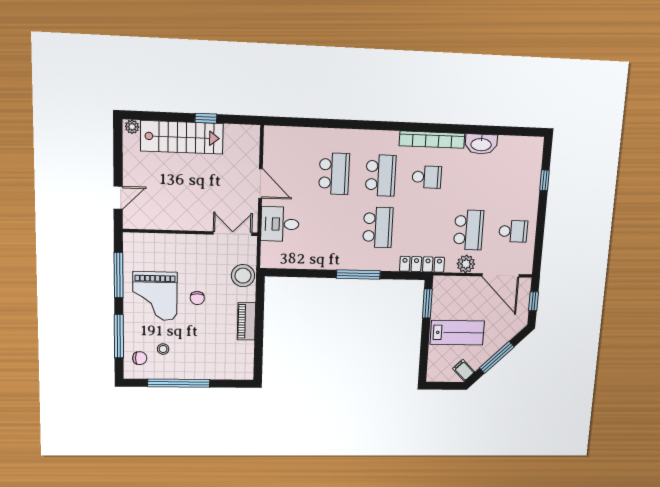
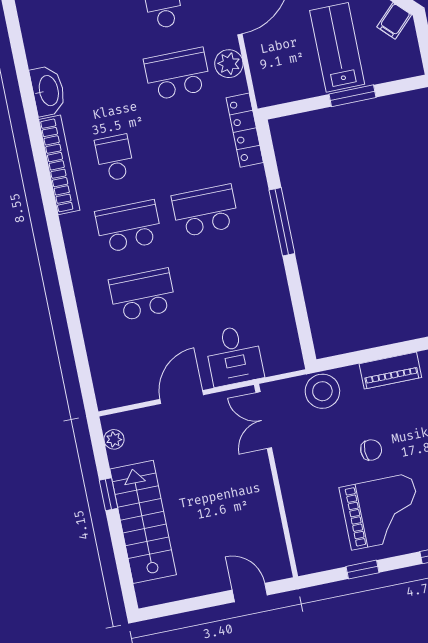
plant: (132, 127) -> (114, 439), moved
window: (119, 275) -> (362, 570), width x0.46
window: (427, 303) -> (353, 96), moved

